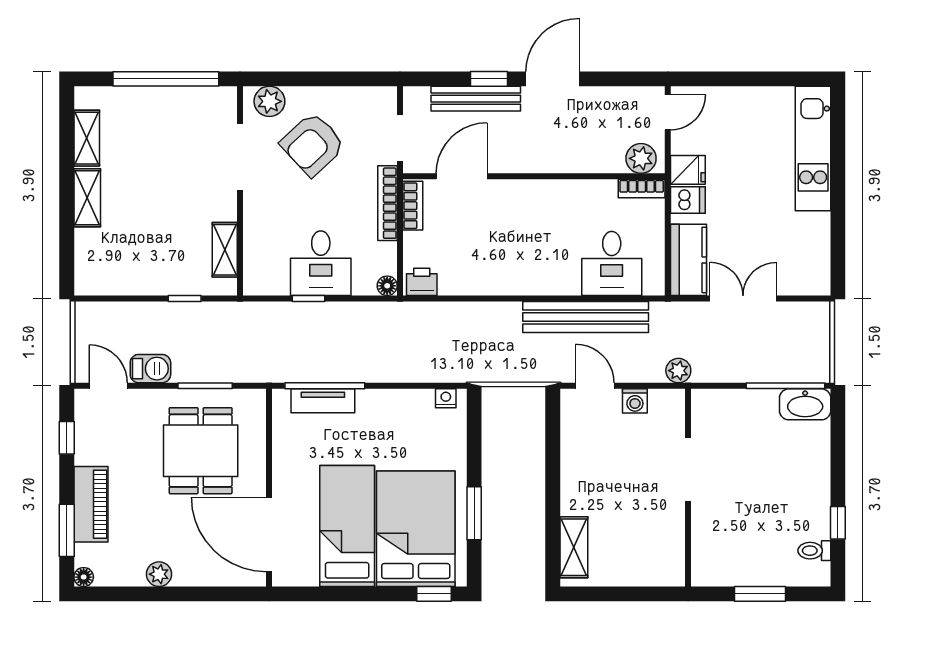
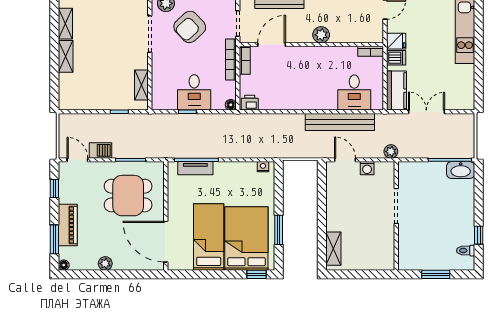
plant: (641, 158) -> (321, 35), moved
dining table: (201, 451) -> (128, 196), turned 90

